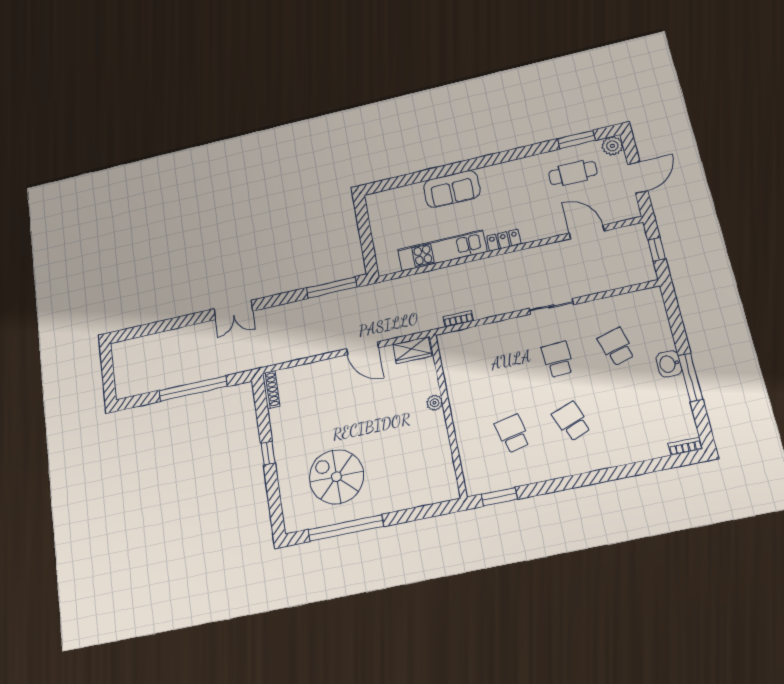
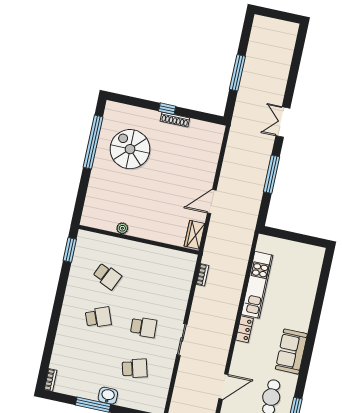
sofa: (452, 189) -> (291, 351), moved
window: (332, 287) -> (272, 174), moved
window: (193, 388) -> (237, 73), width x0.68
shoe rack: (271, 390) -> (175, 120), moved
plant: (435, 403) -> (122, 228), moved
school desk: (512, 434) -> (107, 276), turned 36
spiral stairs: (336, 477) -> (130, 149), turned -90

